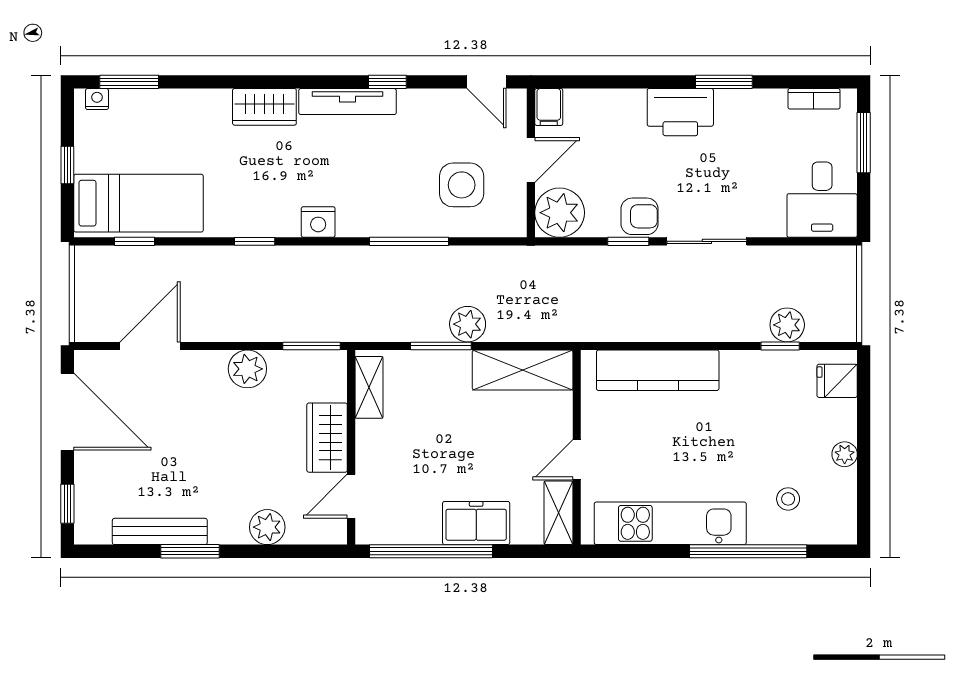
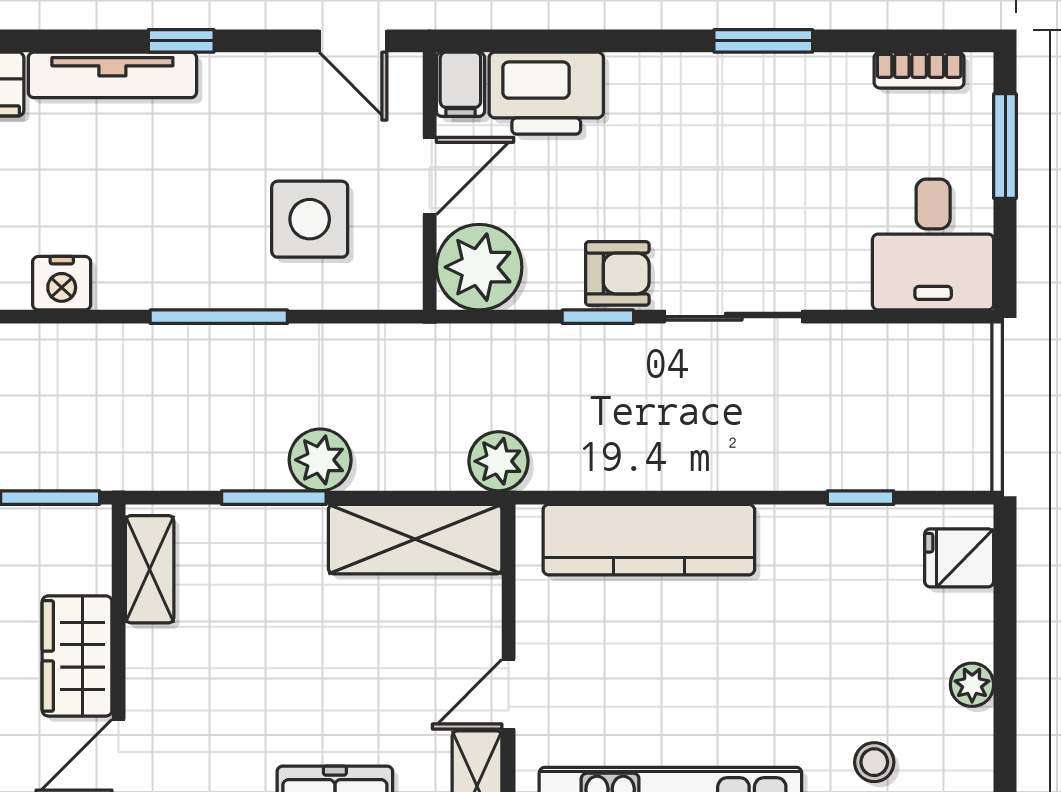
printer: (680, 112) -> (546, 93), moved
plant: (787, 325) -> (499, 461), moved

